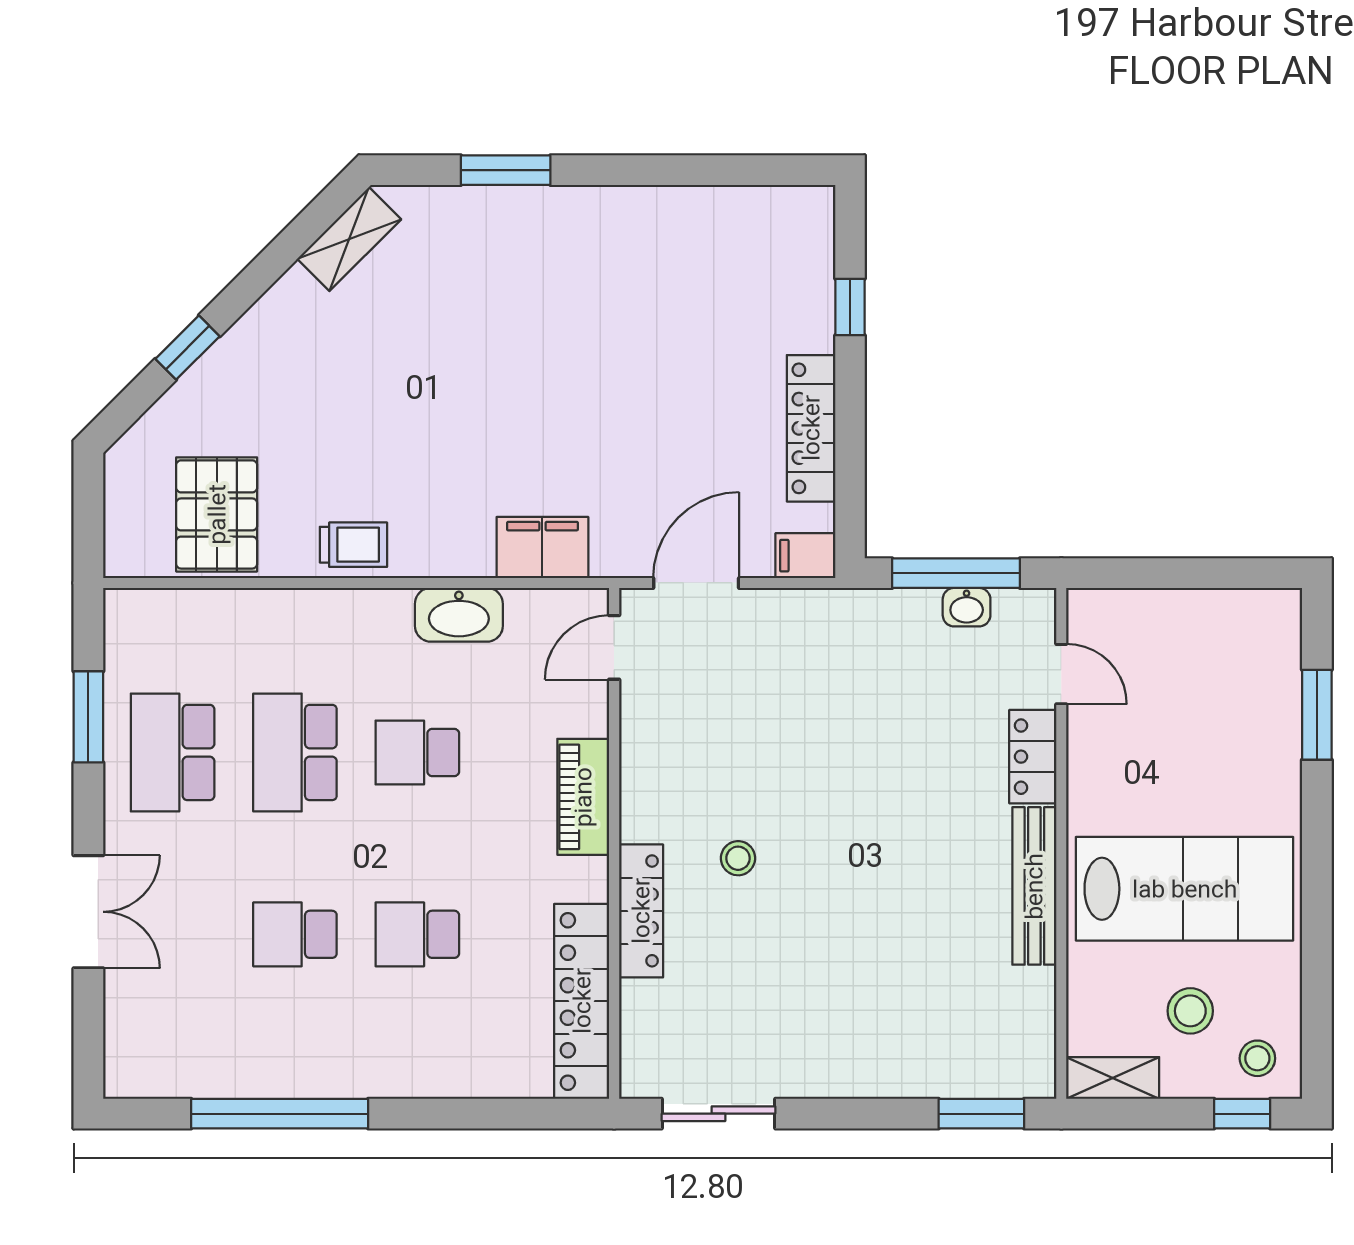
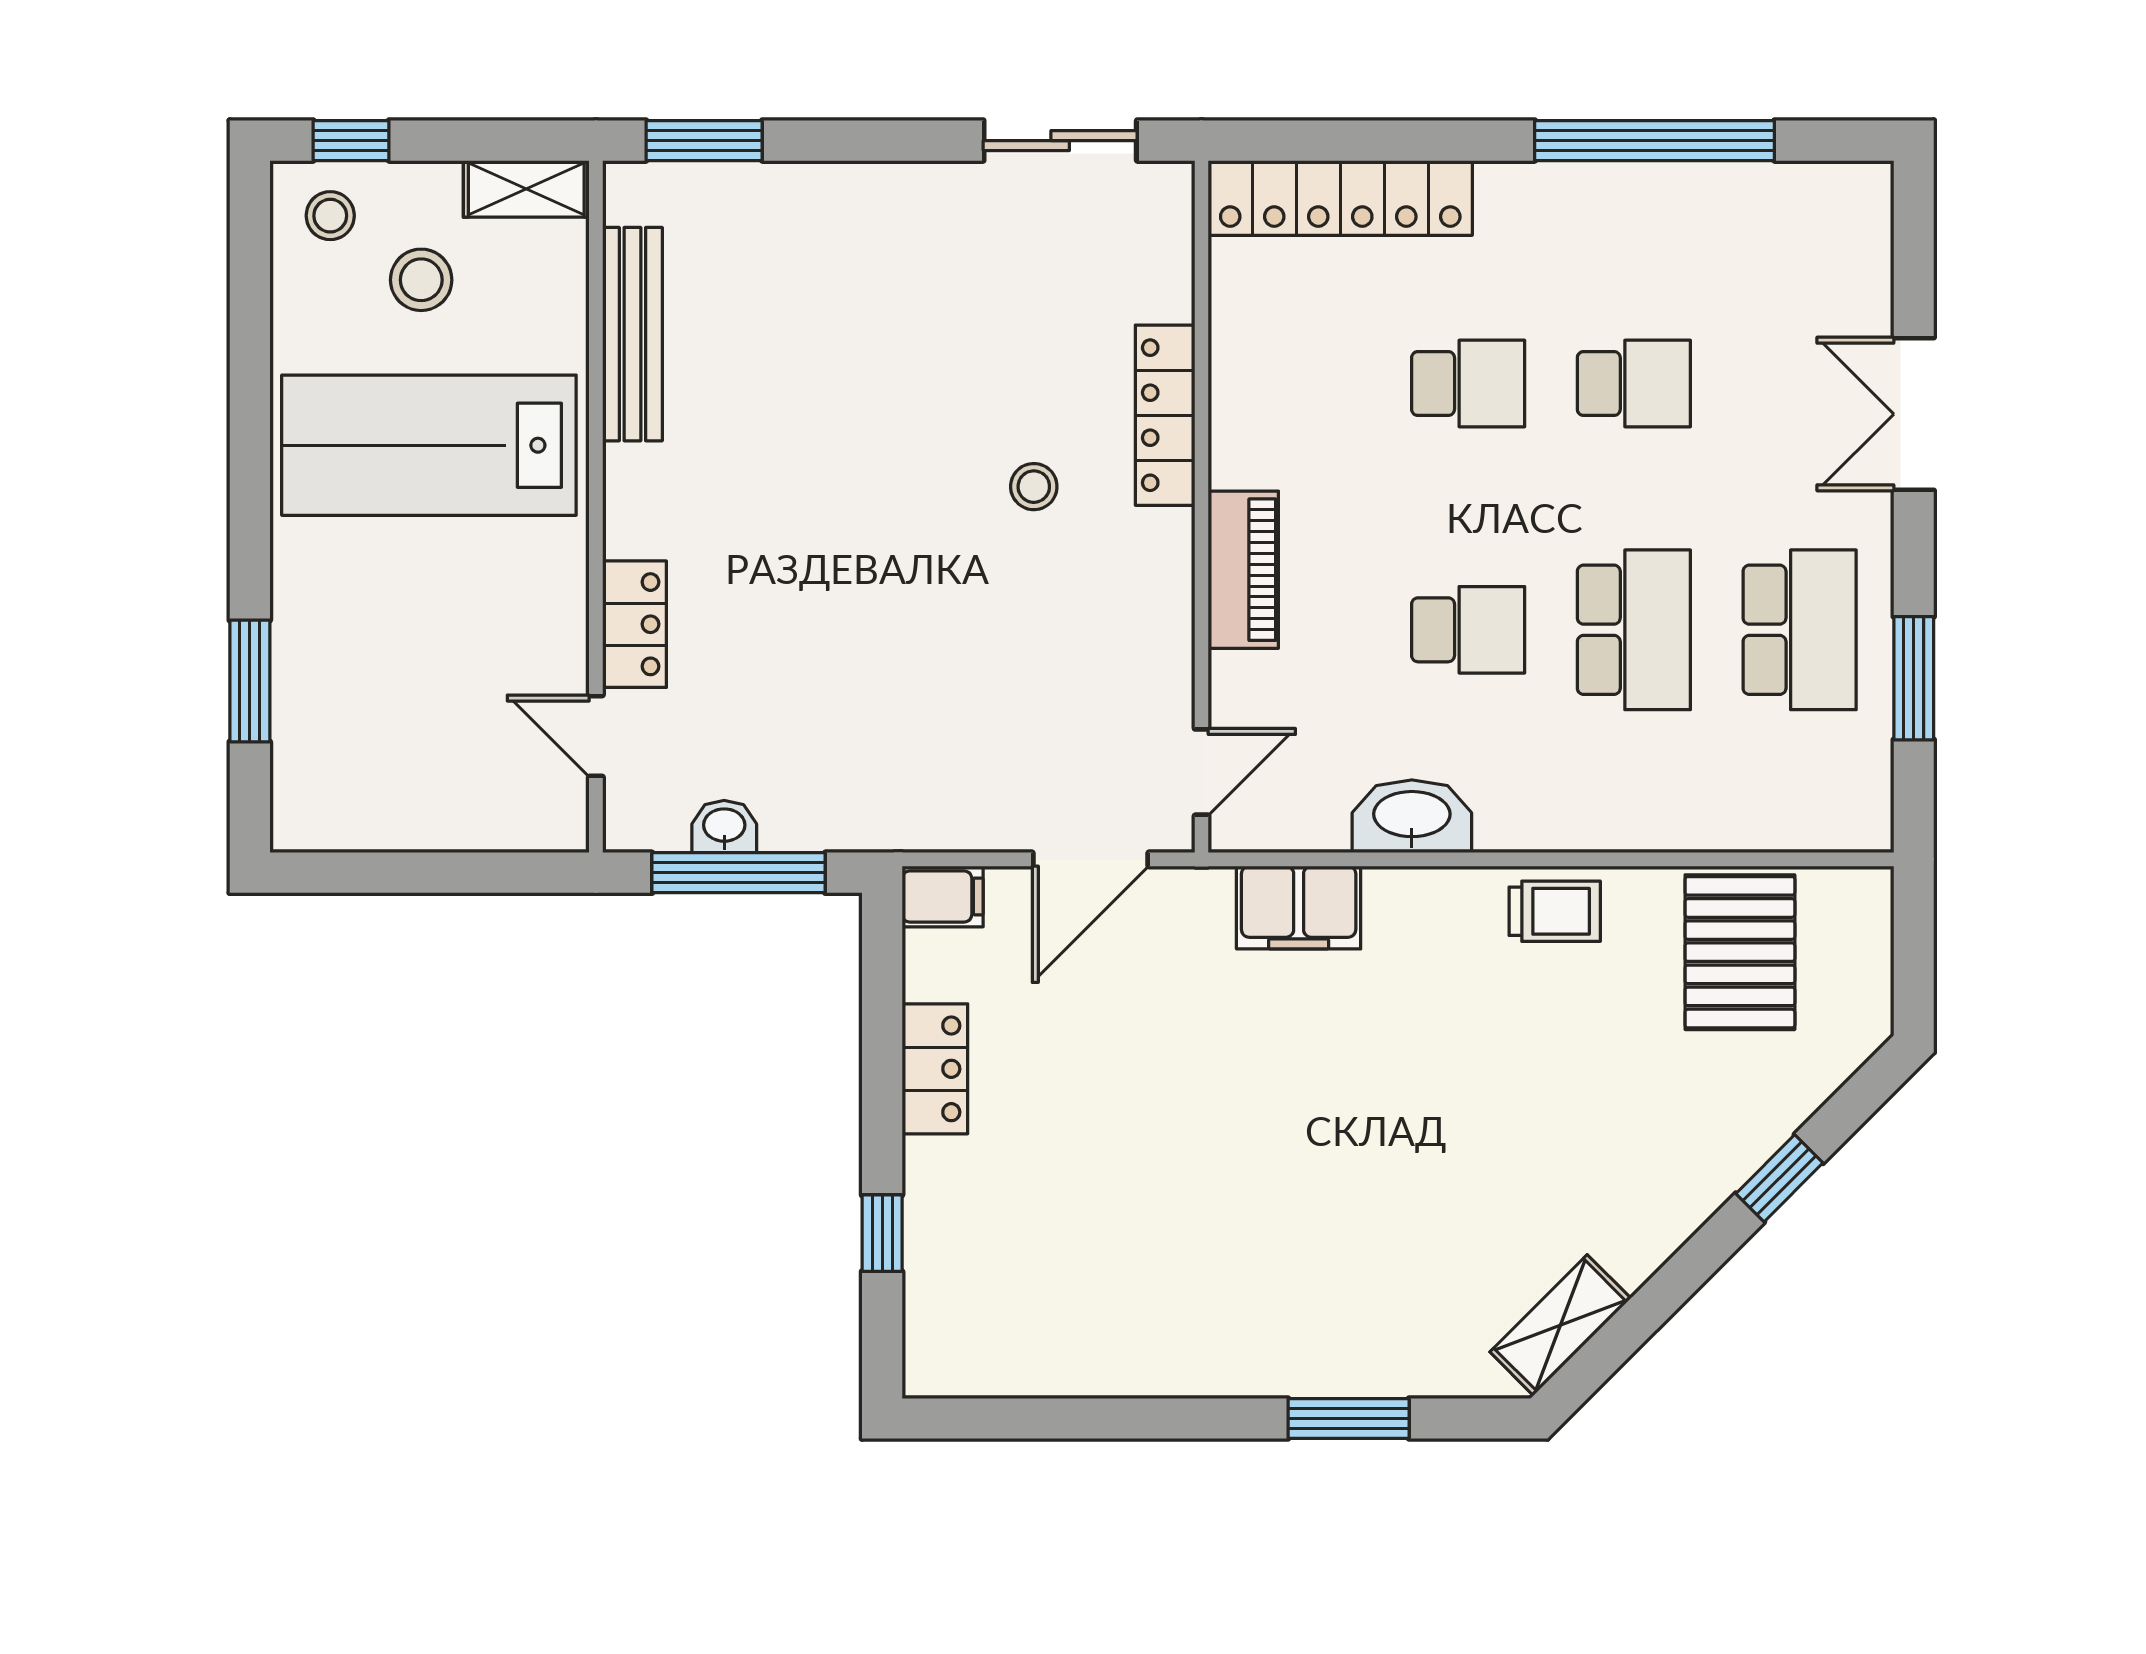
locker: (811, 428) -> (935, 1069), width x0.66
trolley: (353, 545) -> (1555, 911), turned 180
bench: (1034, 886) -> (632, 334), moved
locker: (582, 1001) -> (1340, 198), moved, turned 90

